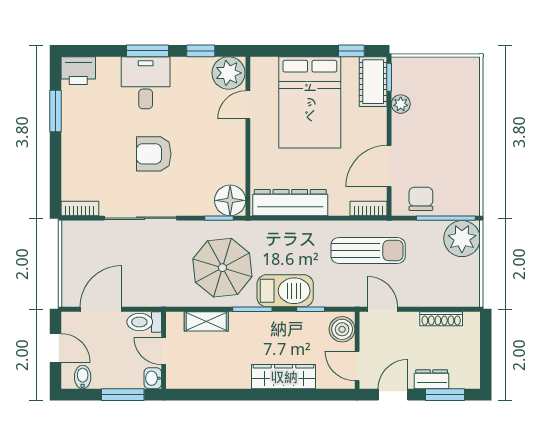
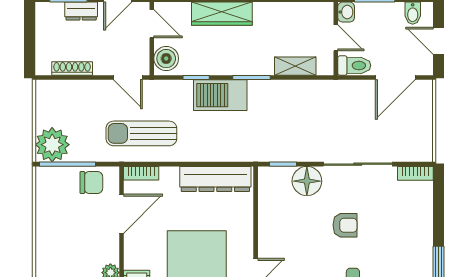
armchair: (154, 154) -> (345, 225), width x0.72, depth x0.72
chair: (421, 199) -> (91, 182), turned -90
floor lamp: (230, 200) -> (307, 181), moved
parasol: (222, 268) -> (280, 117), removed

